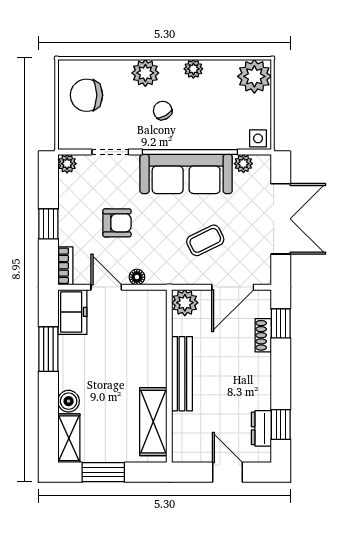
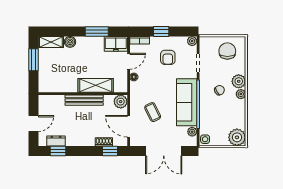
plant: (193, 69) -> (241, 94), moved
armchair: (117, 223) -> (168, 57), moved
shelving: (153, 422) -> (96, 85), moved

